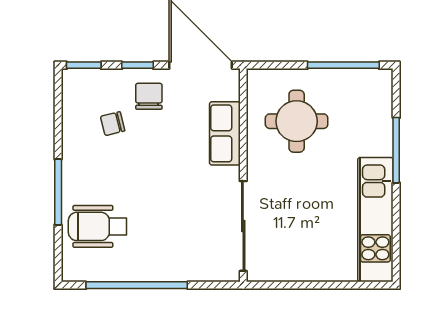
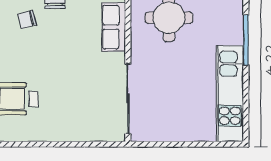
window: (137, 285) -> (46, 144), removed

